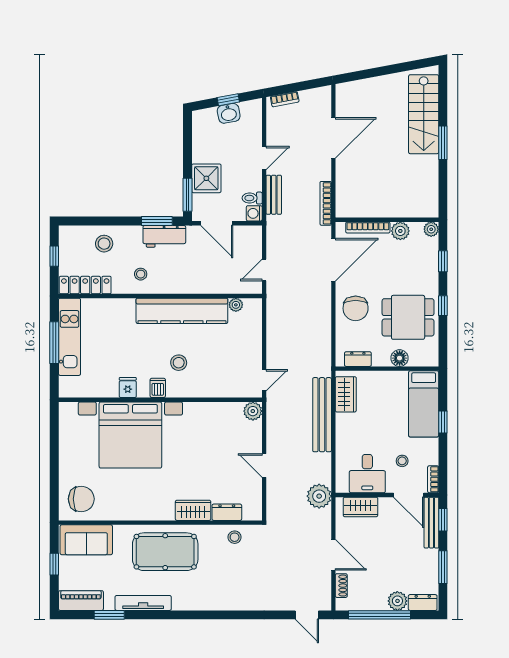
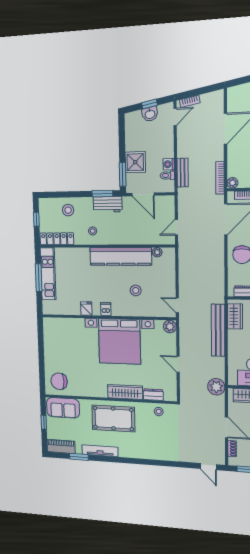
door: (264, 158) -> (175, 117), moved
plant: (343, 210) -> (232, 183), added
washing machine: (254, 213) -> (169, 164), moved
stool: (179, 363) -> (136, 290), moved
door: (264, 380) -> (177, 305), swing flipped
bed with nightstands: (130, 435) -> (119, 341), moved
chair: (81, 499) -> (59, 381), turned 180
wardrobe: (193, 510) -> (125, 392), width x1.50

